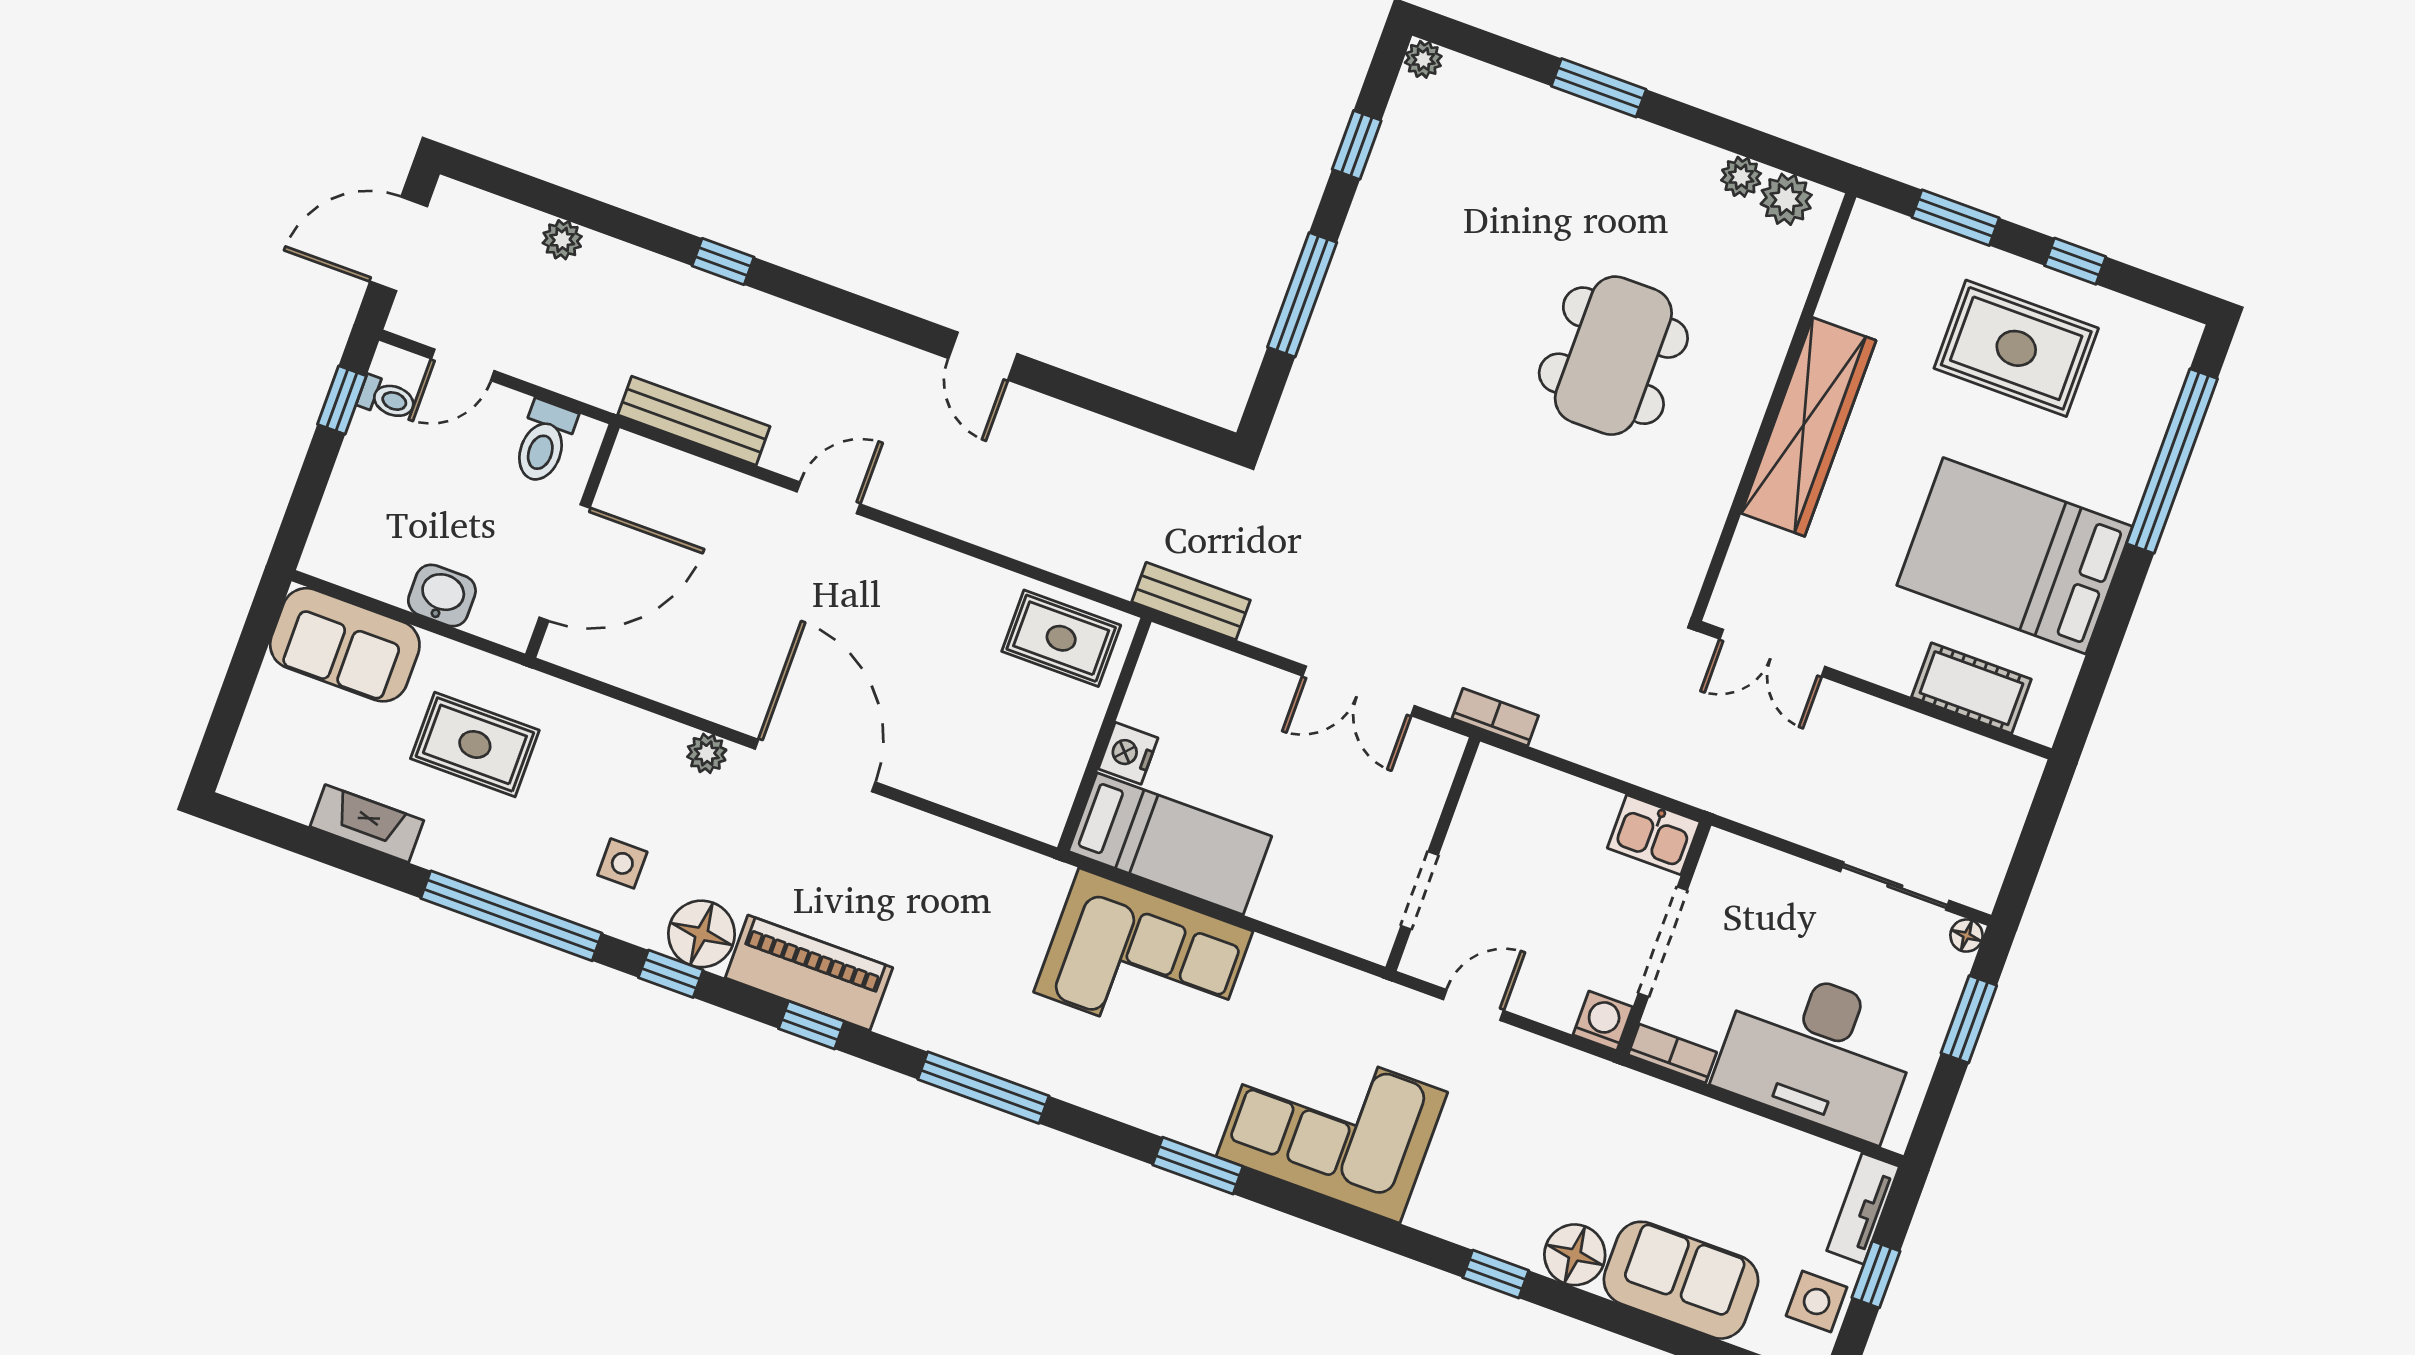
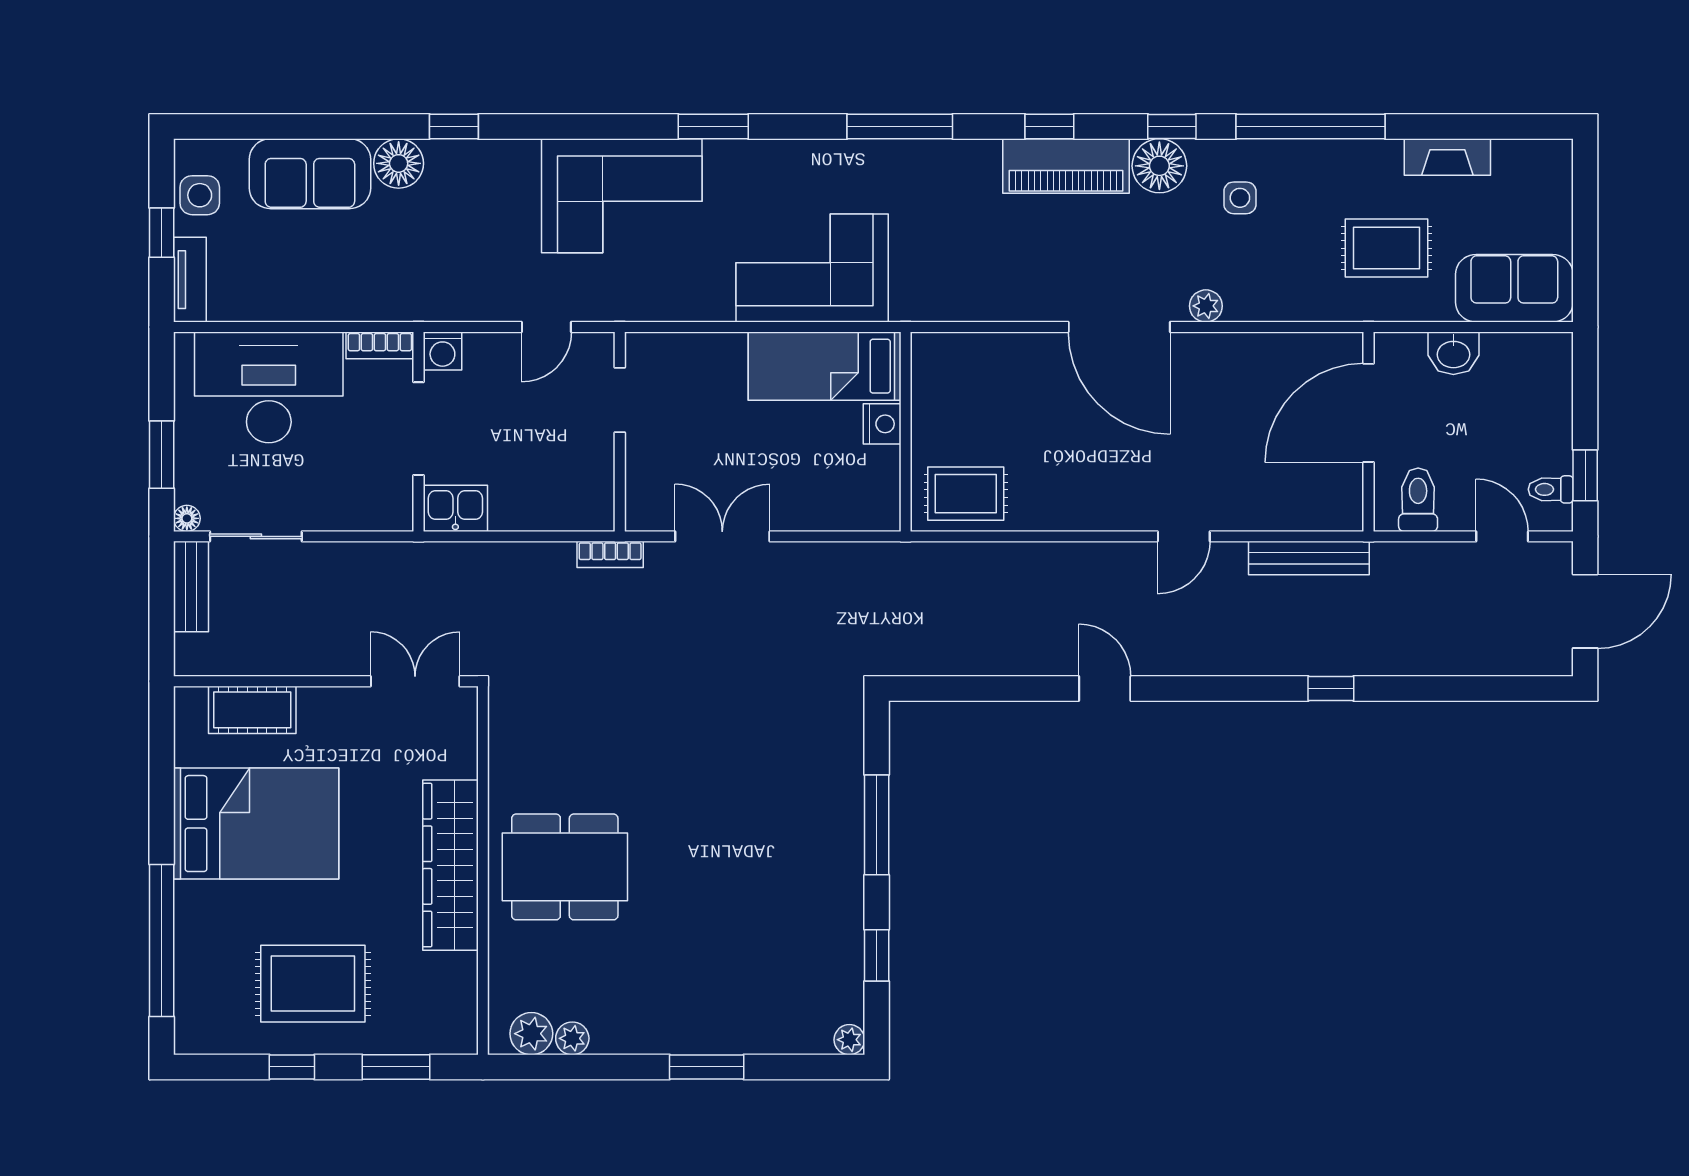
plant: (562, 240) -> (1461, 660), removed
dining table: (1613, 356) -> (565, 867), moved, turned 90
door: (463, 365) -> (1502, 536), hinge flipped
bench: (1191, 601) -> (191, 587), moved, turned 90

